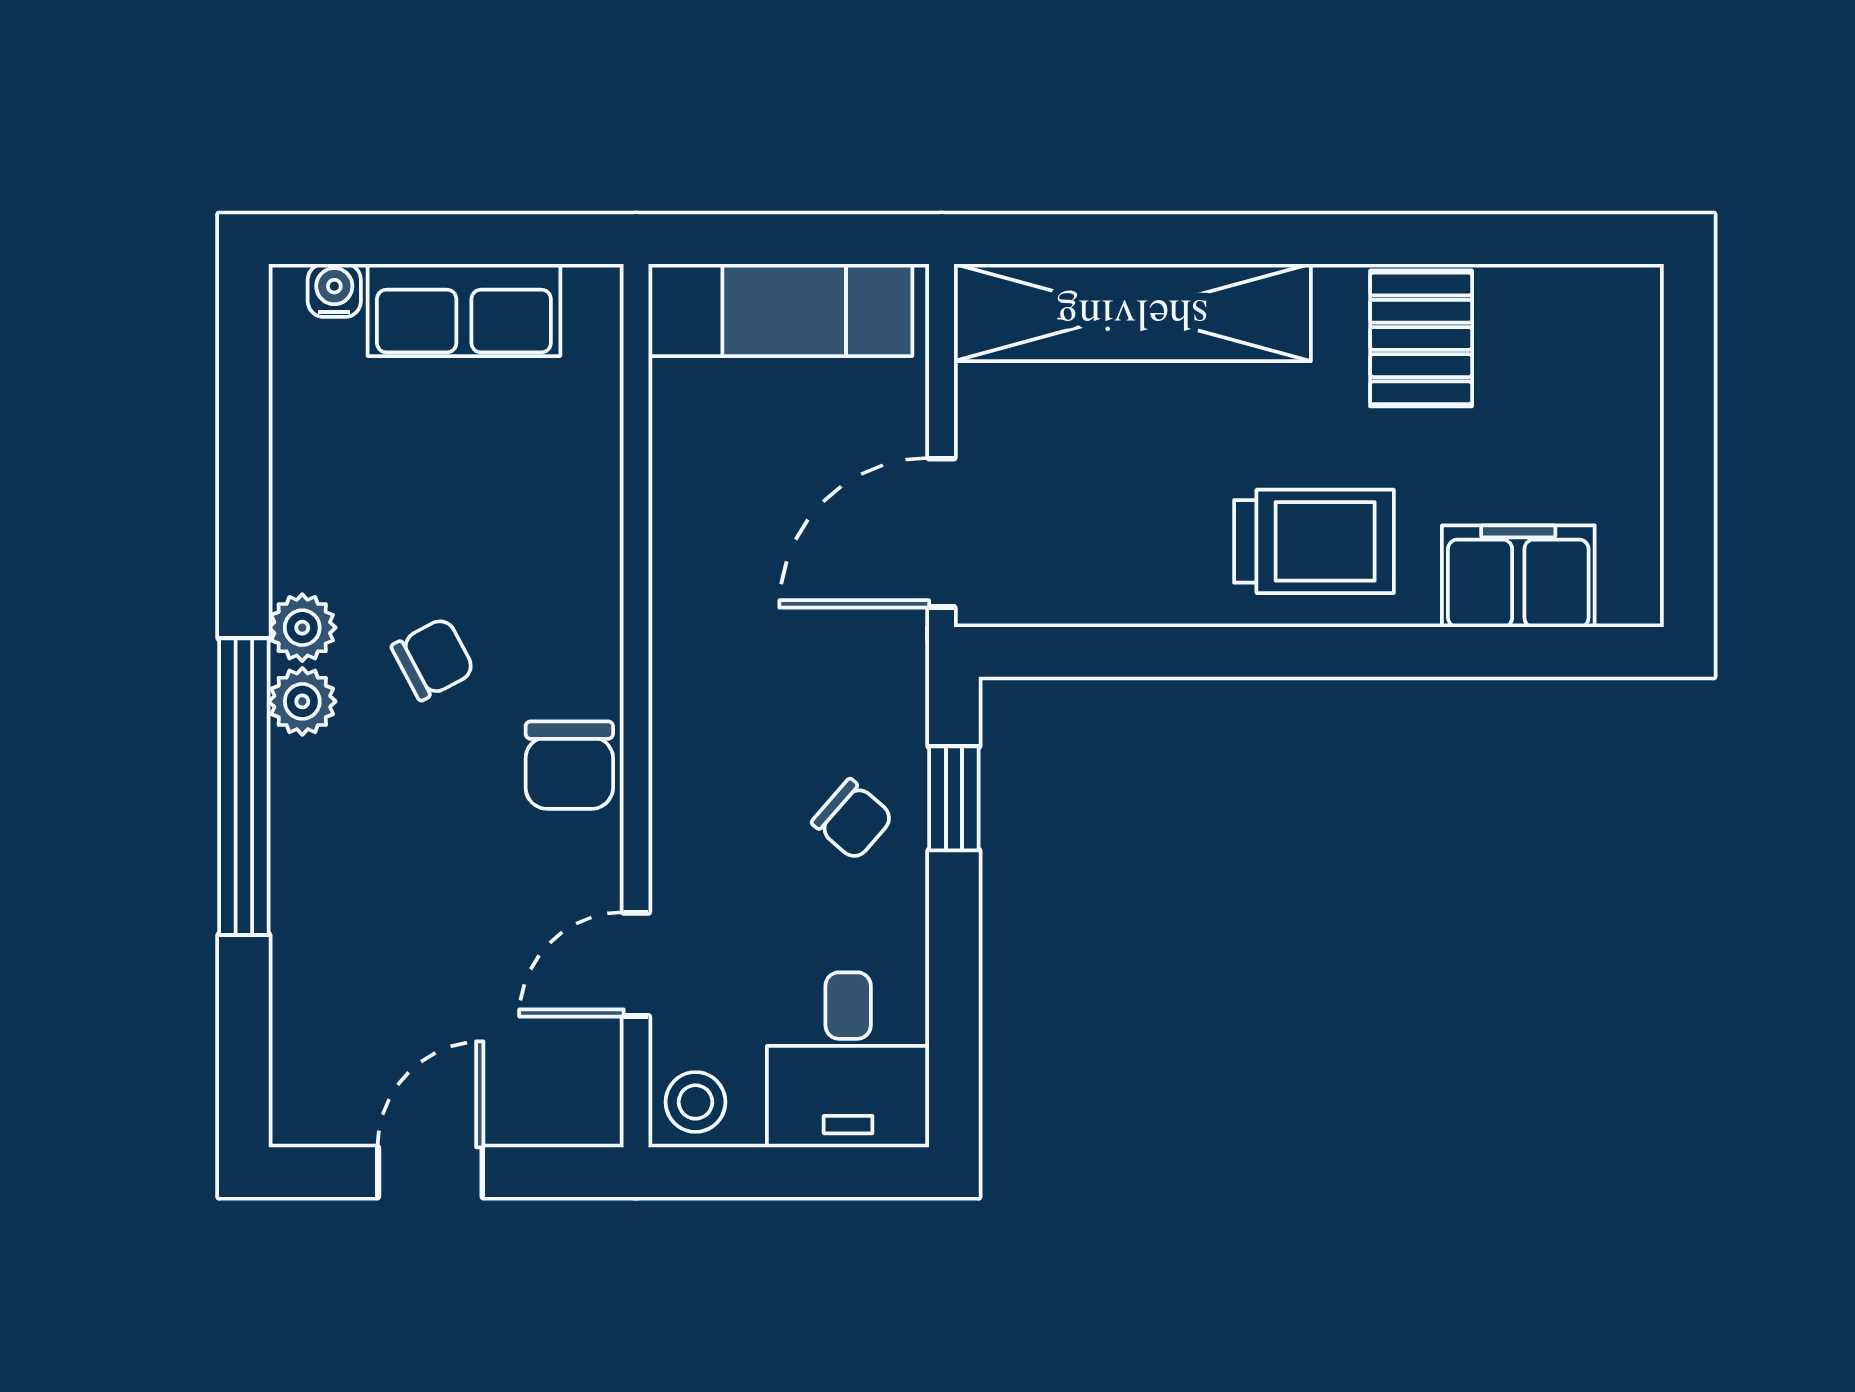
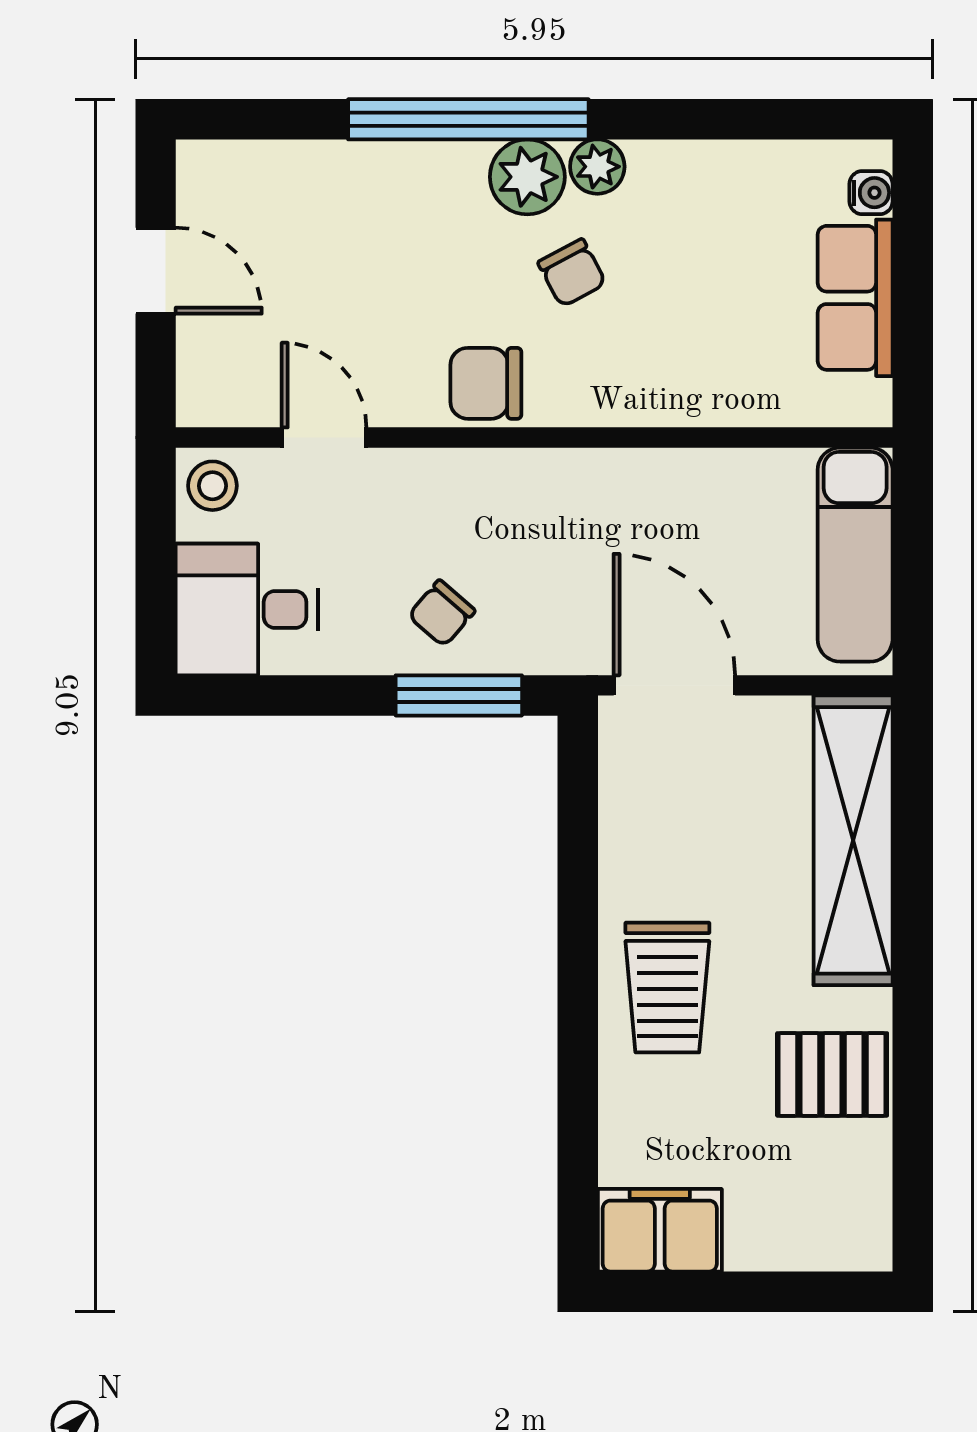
filing cabinet: (1518, 576) -> (660, 1230), moved, turned -90
plant: (302, 701) -> (527, 177), width x1.38, depth x1.38
window: (954, 798) -> (459, 695), width x1.50

